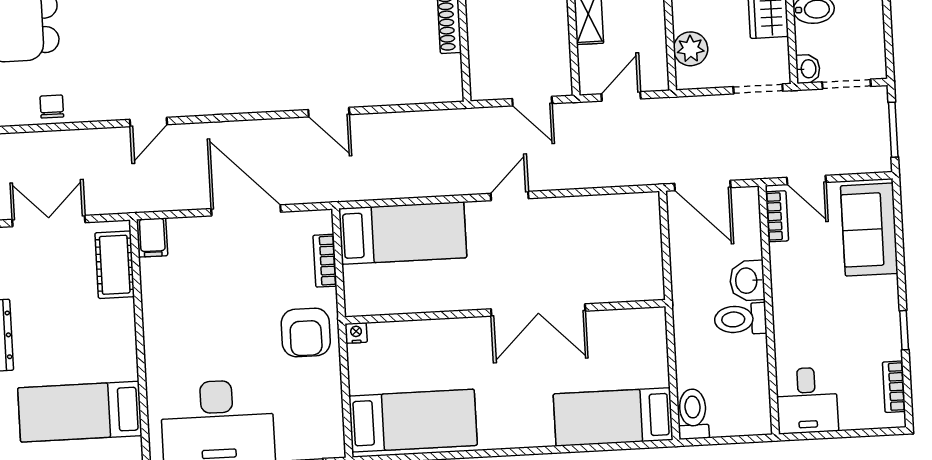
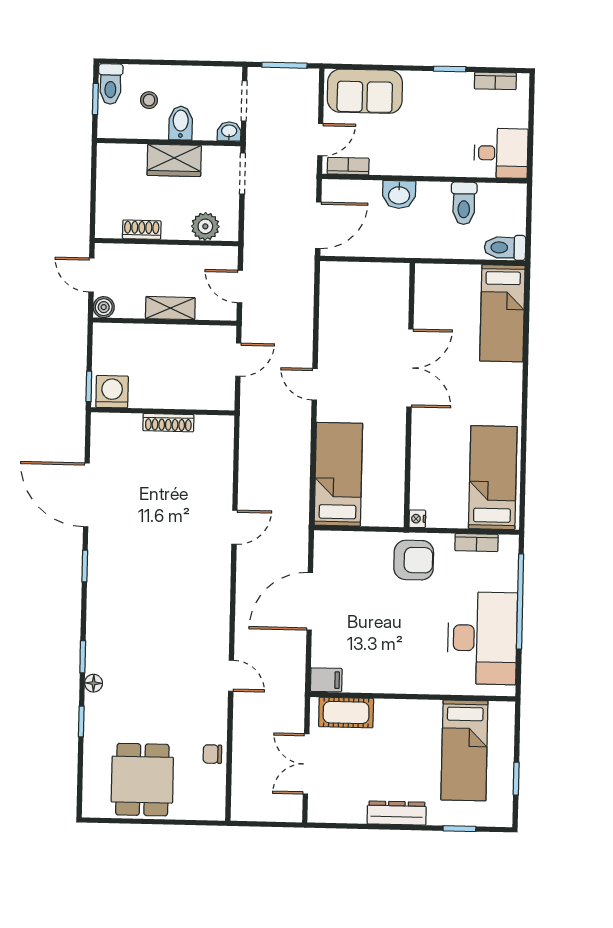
bookcase: (325, 261) -> (476, 543), moved
toilet: (740, 319) -> (464, 203), moved

